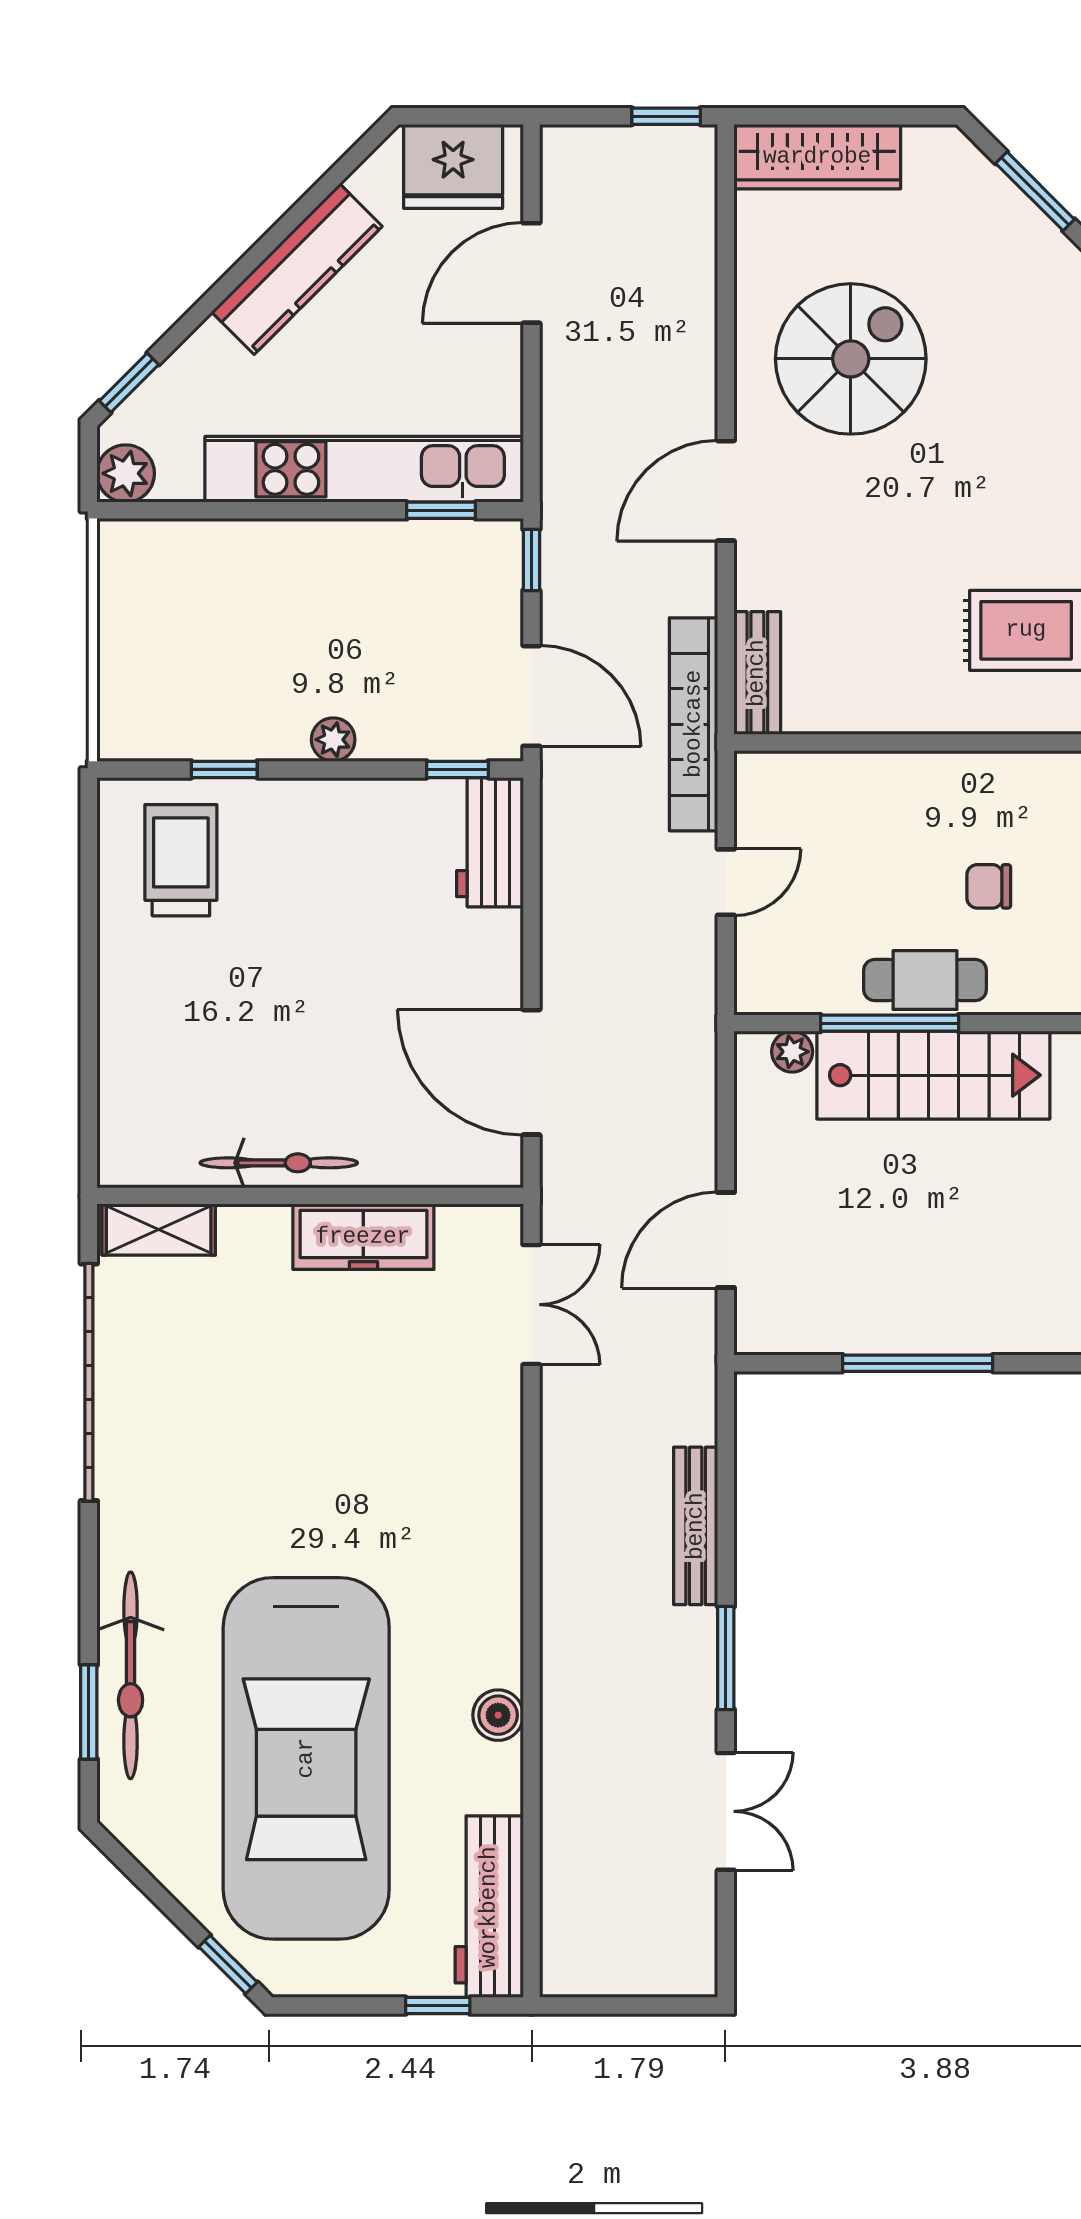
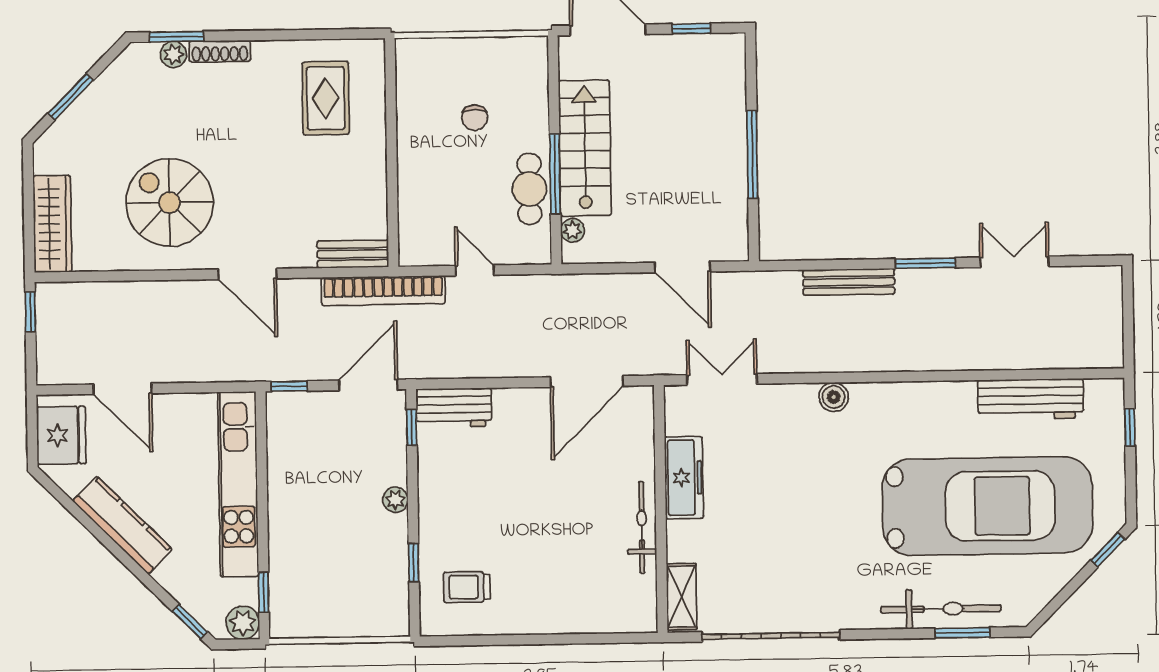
window: (441, 510) -> (264, 592), moved
trolley: (181, 860) -> (467, 587), width x0.73, depth x0.72
cafe table: (925, 980) -> (529, 189), moved
boiler: (498, 1715) -> (834, 397), moved
workbench: (489, 1907) -> (1031, 399), moved

